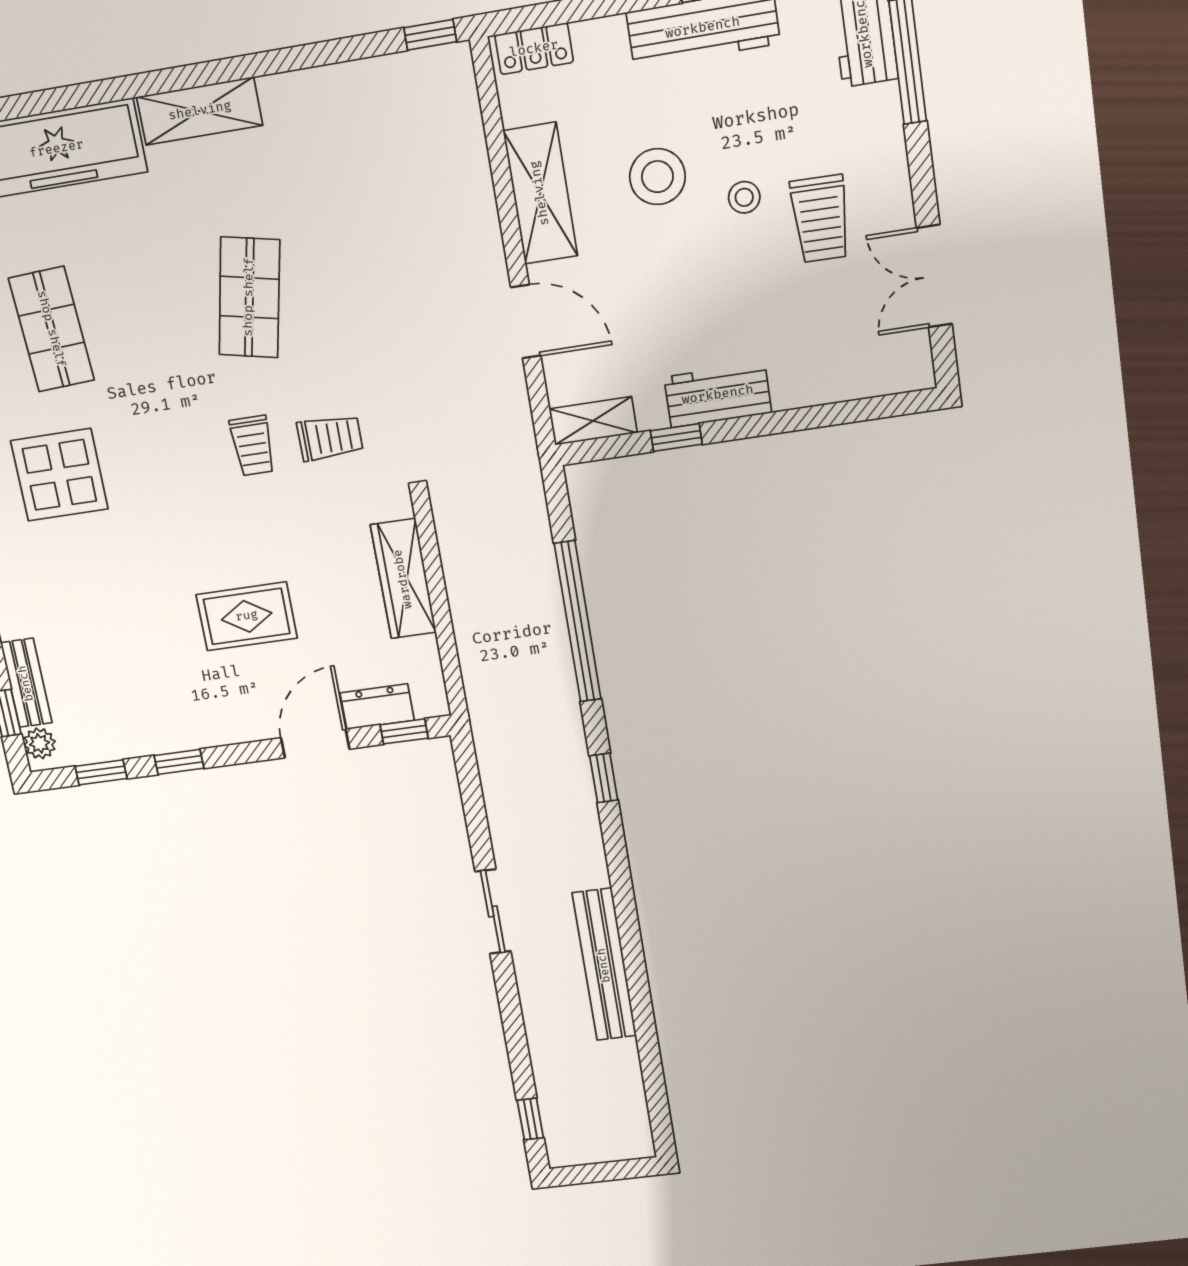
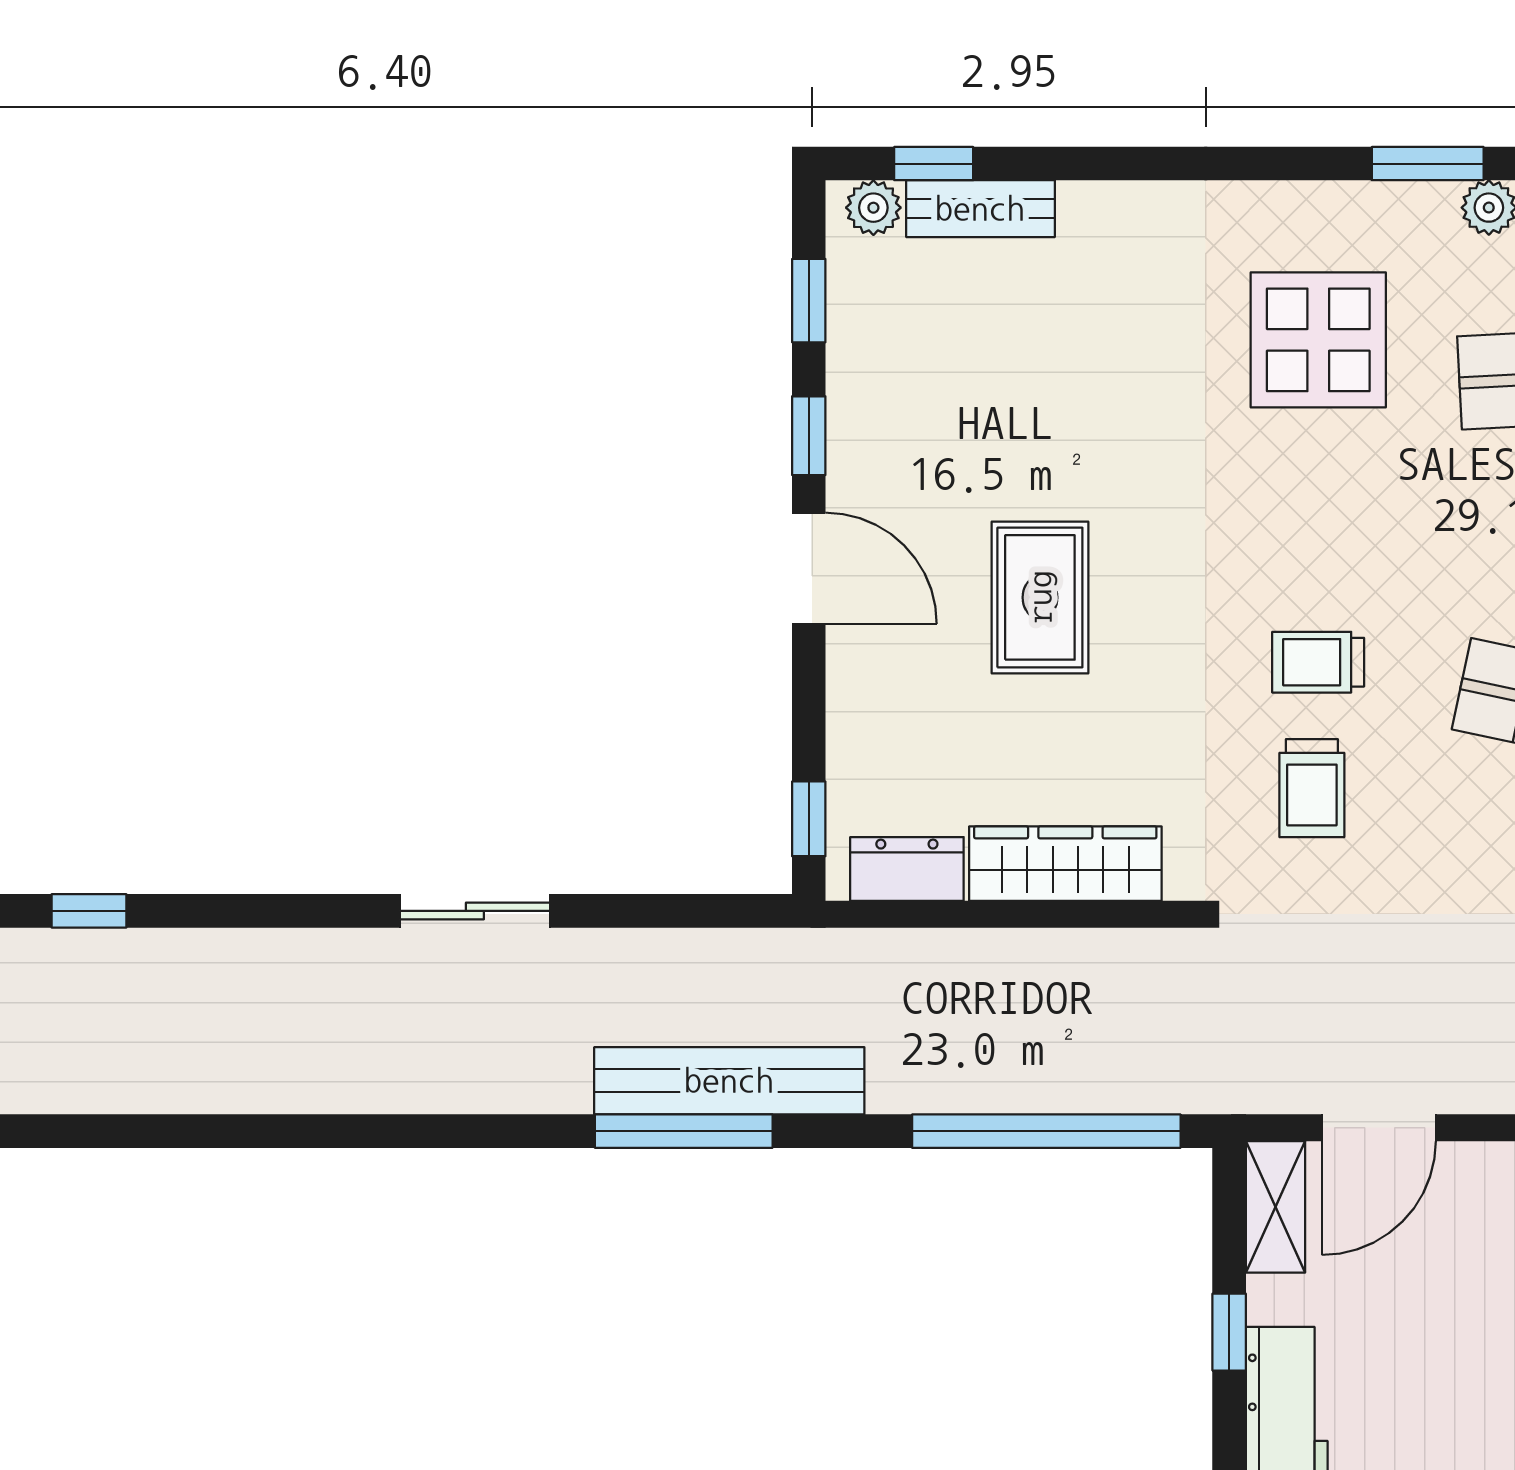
door: (526, 321) -> (1379, 1128), moved
window: (578, 622) -> (1046, 1131), moved
dresser: (377, 707) -> (907, 869), moved, turned -90
door: (315, 743) -> (809, 568), moved
window: (604, 778) -> (684, 1131), width x2.17
bench: (604, 965) -> (729, 1081), moved

